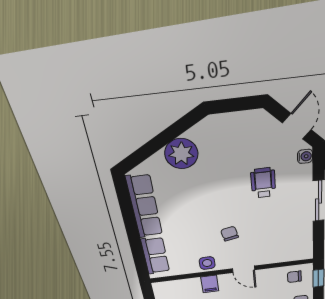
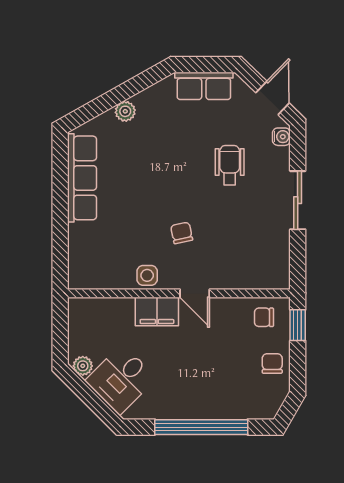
plant: (181, 154) -> (125, 111), width x0.53, depth x0.53
row of seats: (155, 256) -> (204, 86), moved, turned 90
filing cabinet: (210, 284) -> (157, 311), width x2.00

